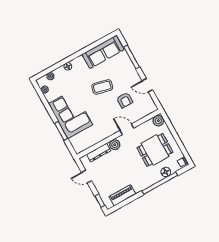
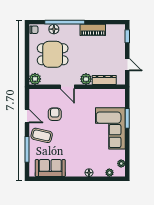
sofa: (103, 52) -> (50, 168), width x0.73
coffee table: (102, 87) -> (42, 135), moved
piano: (122, 195) -> (93, 30), moved

